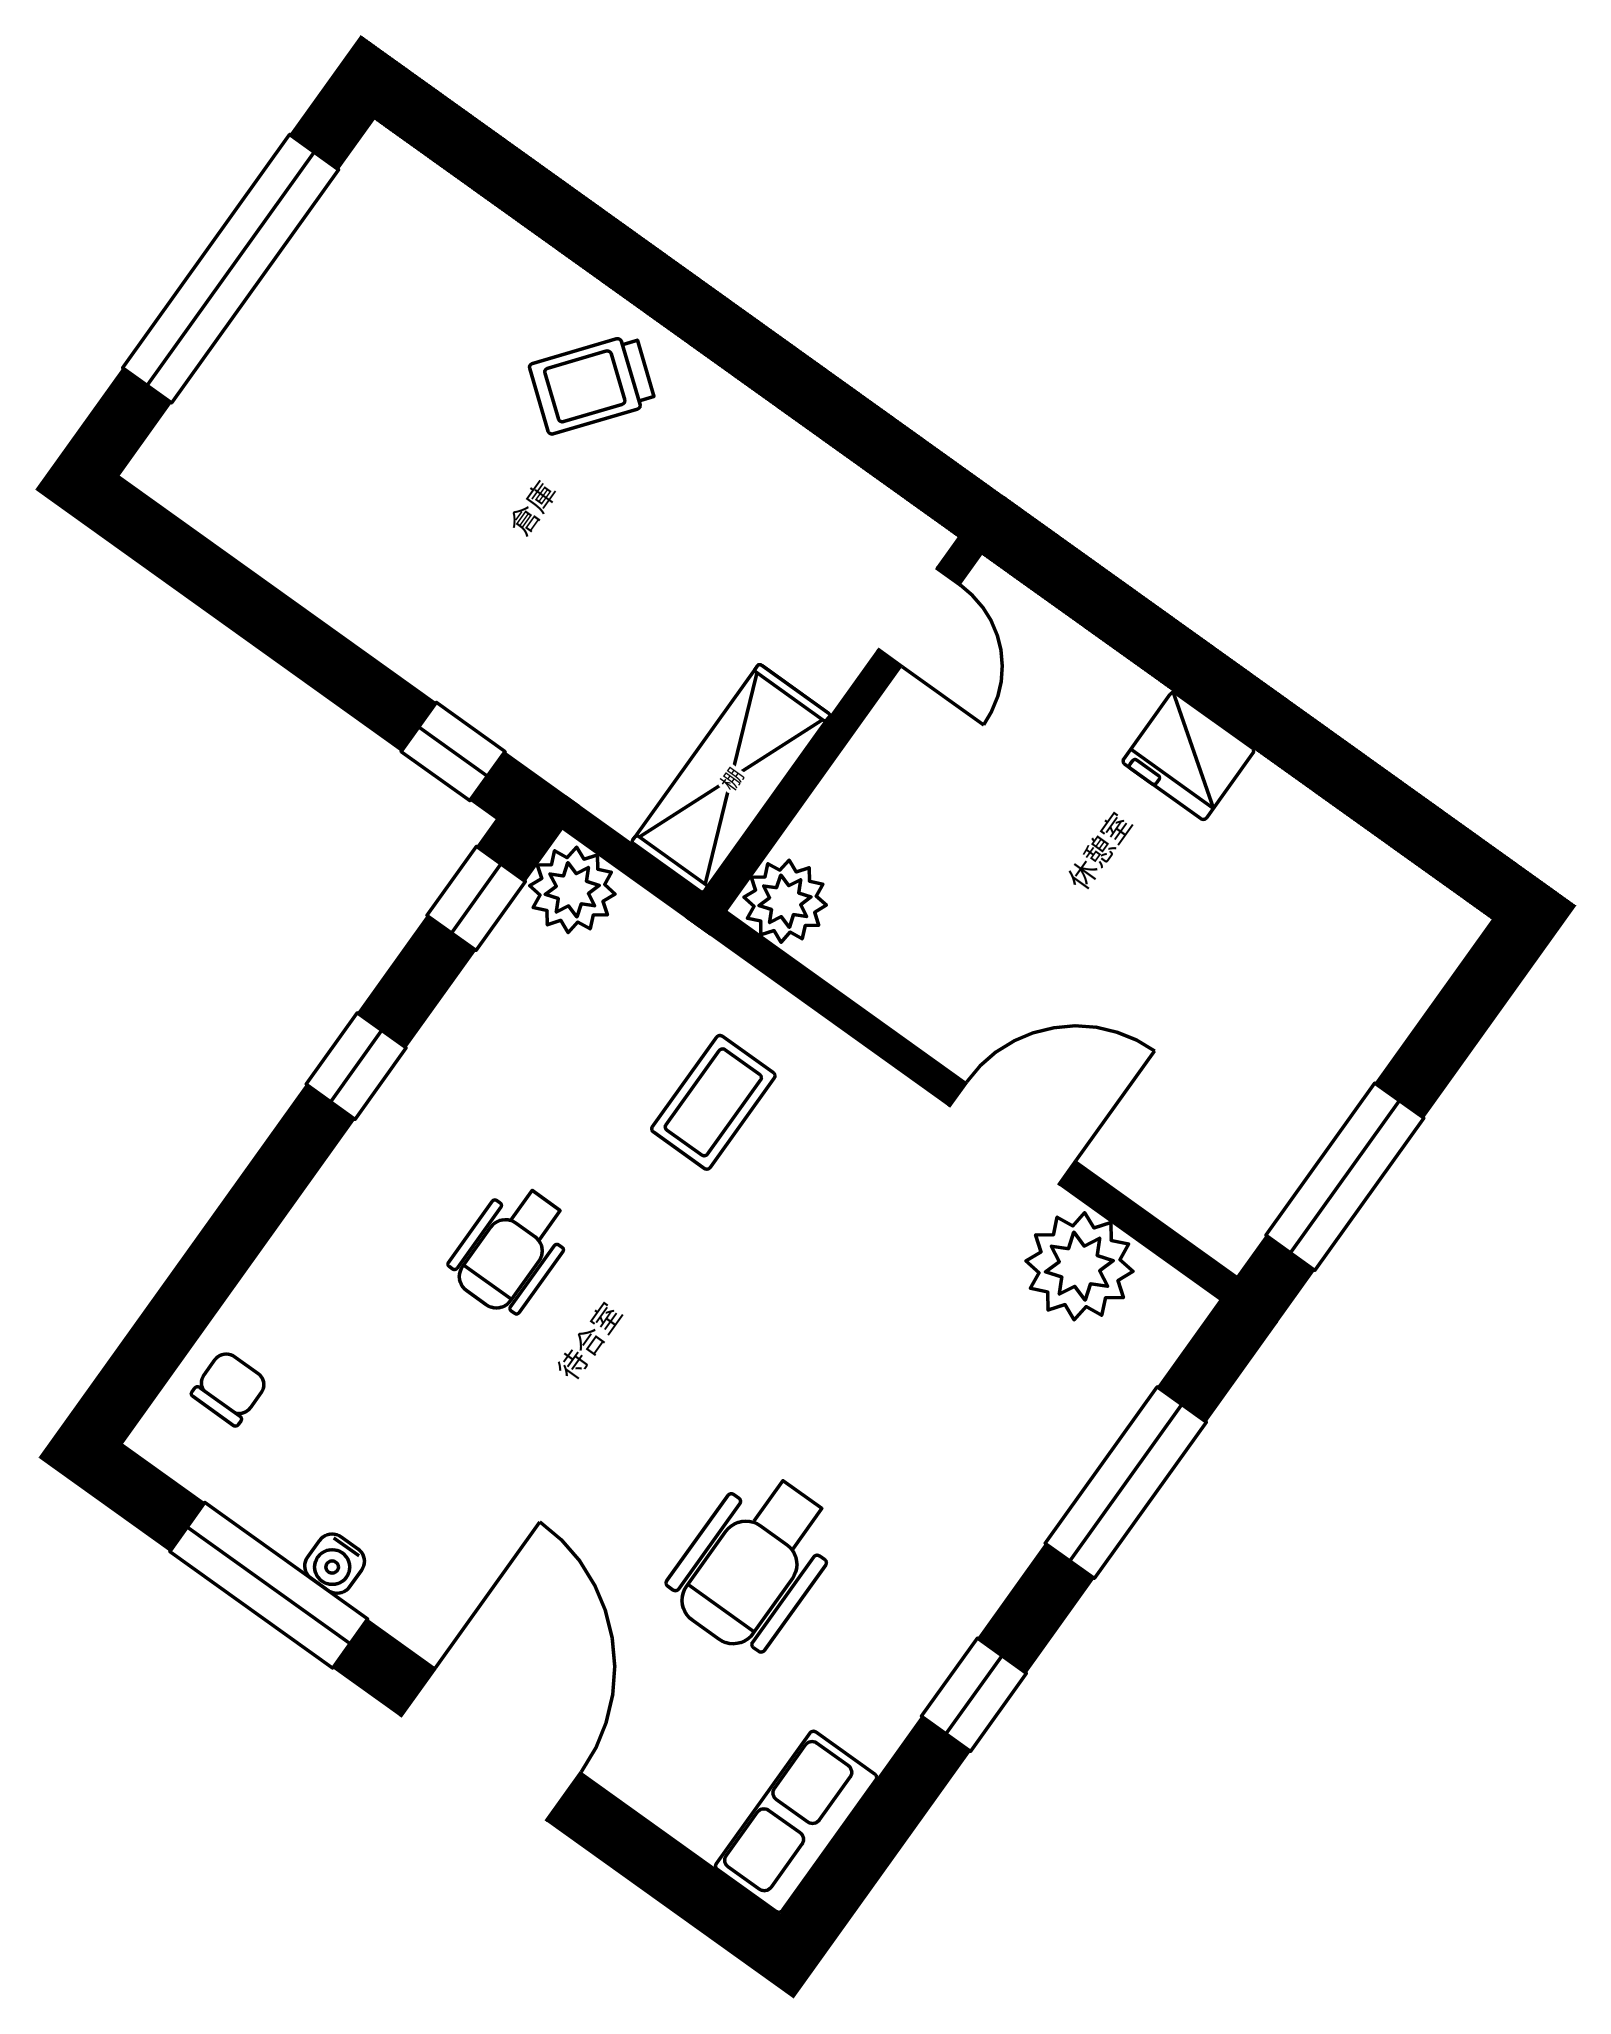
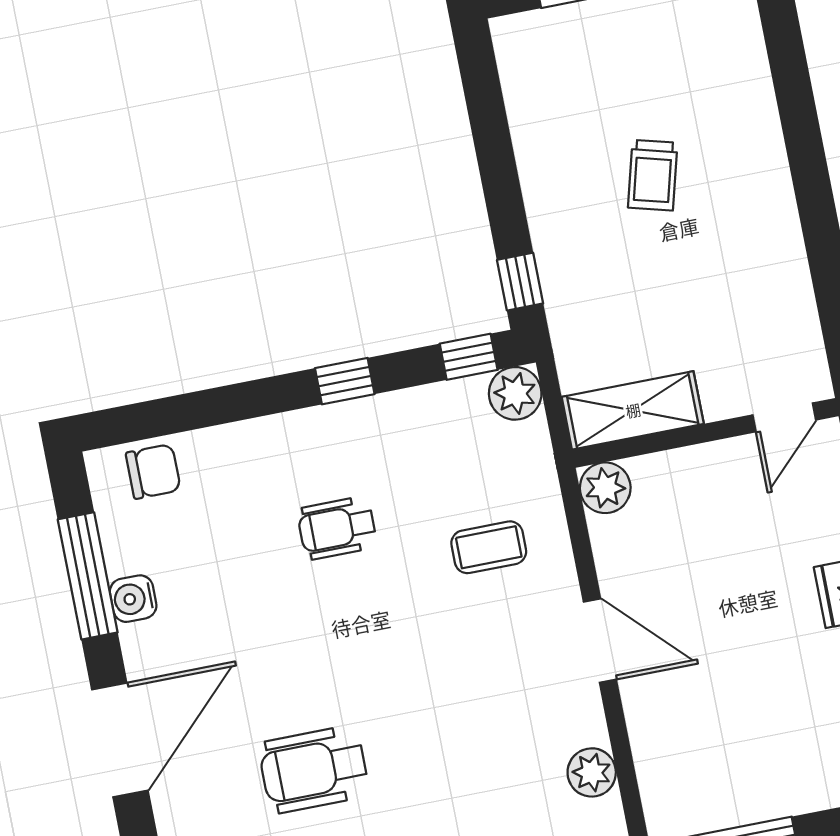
trolley: (592, 384) -> (653, 175), moved, turned -113
door: (1013, 1134) -> (600, 641), moved
plant: (1079, 1266) -> (592, 772), width x0.73, depth x0.73
chair: (230, 1388) -> (153, 471), width x1.37, depth x1.37
water cooler: (335, 1564) -> (133, 599), width x1.38, depth x1.38

